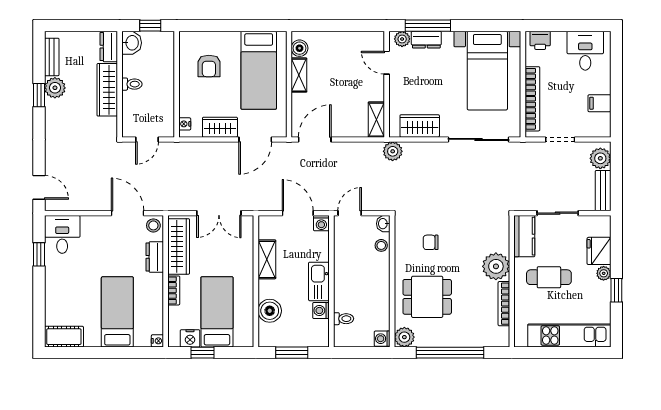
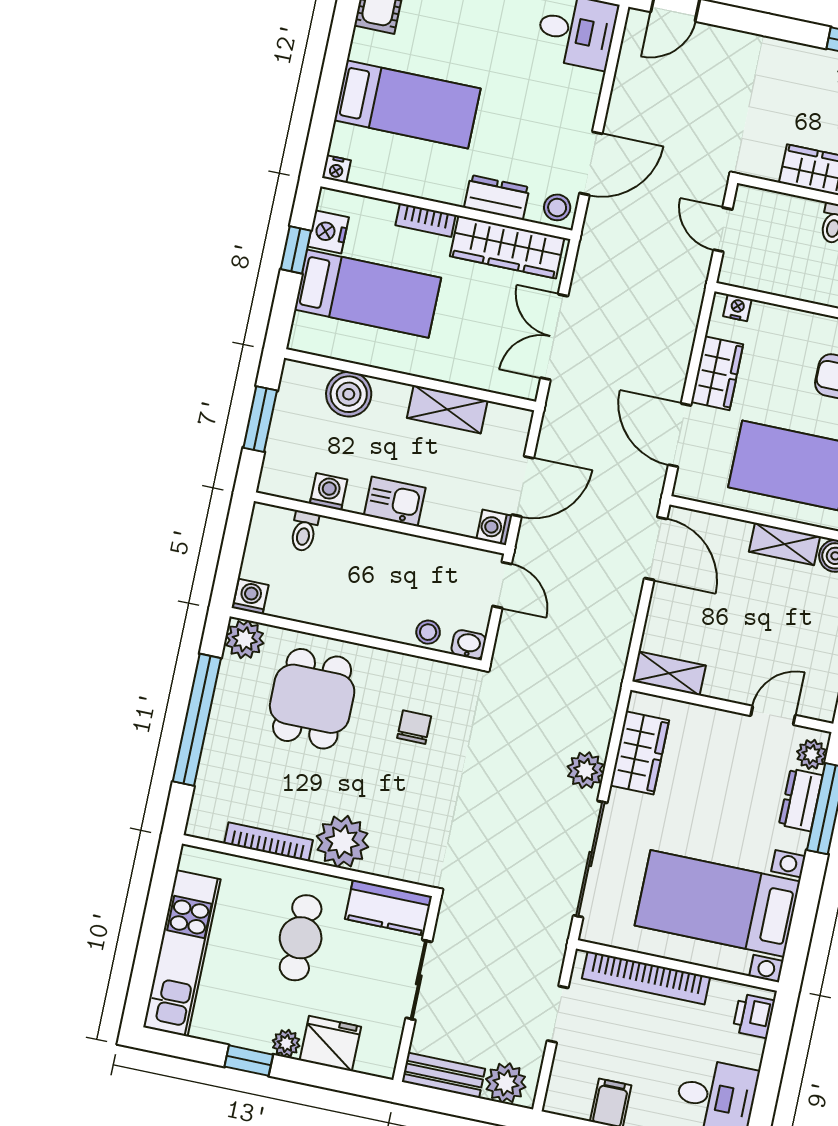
plant: (393, 151) -> (586, 770), moved
kitchen sink: (319, 281) -> (395, 501), width x0.73

